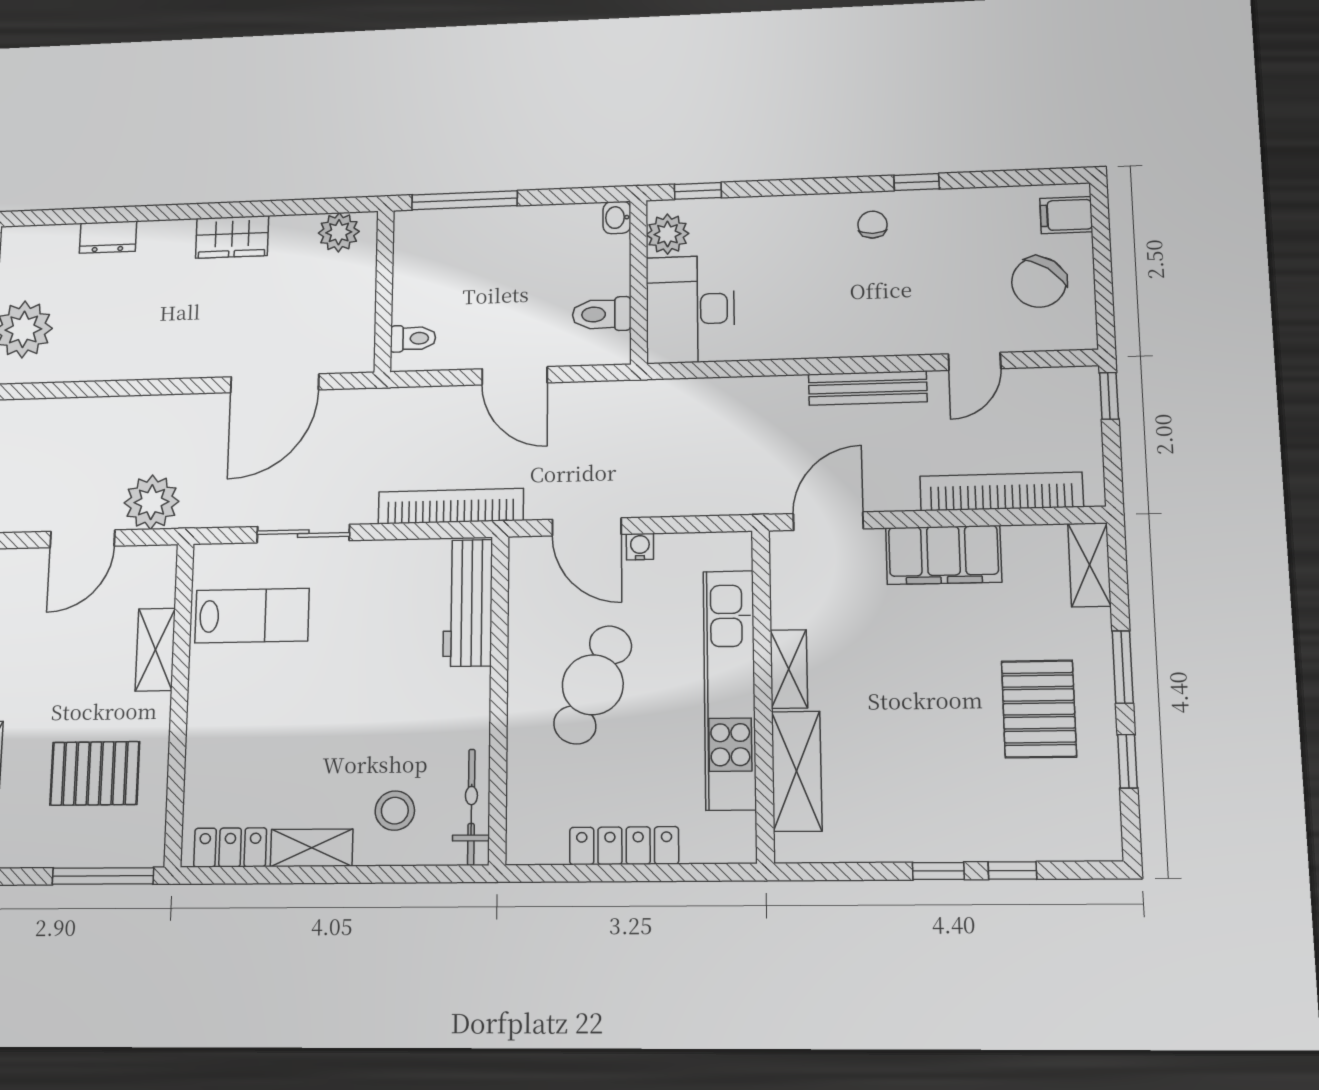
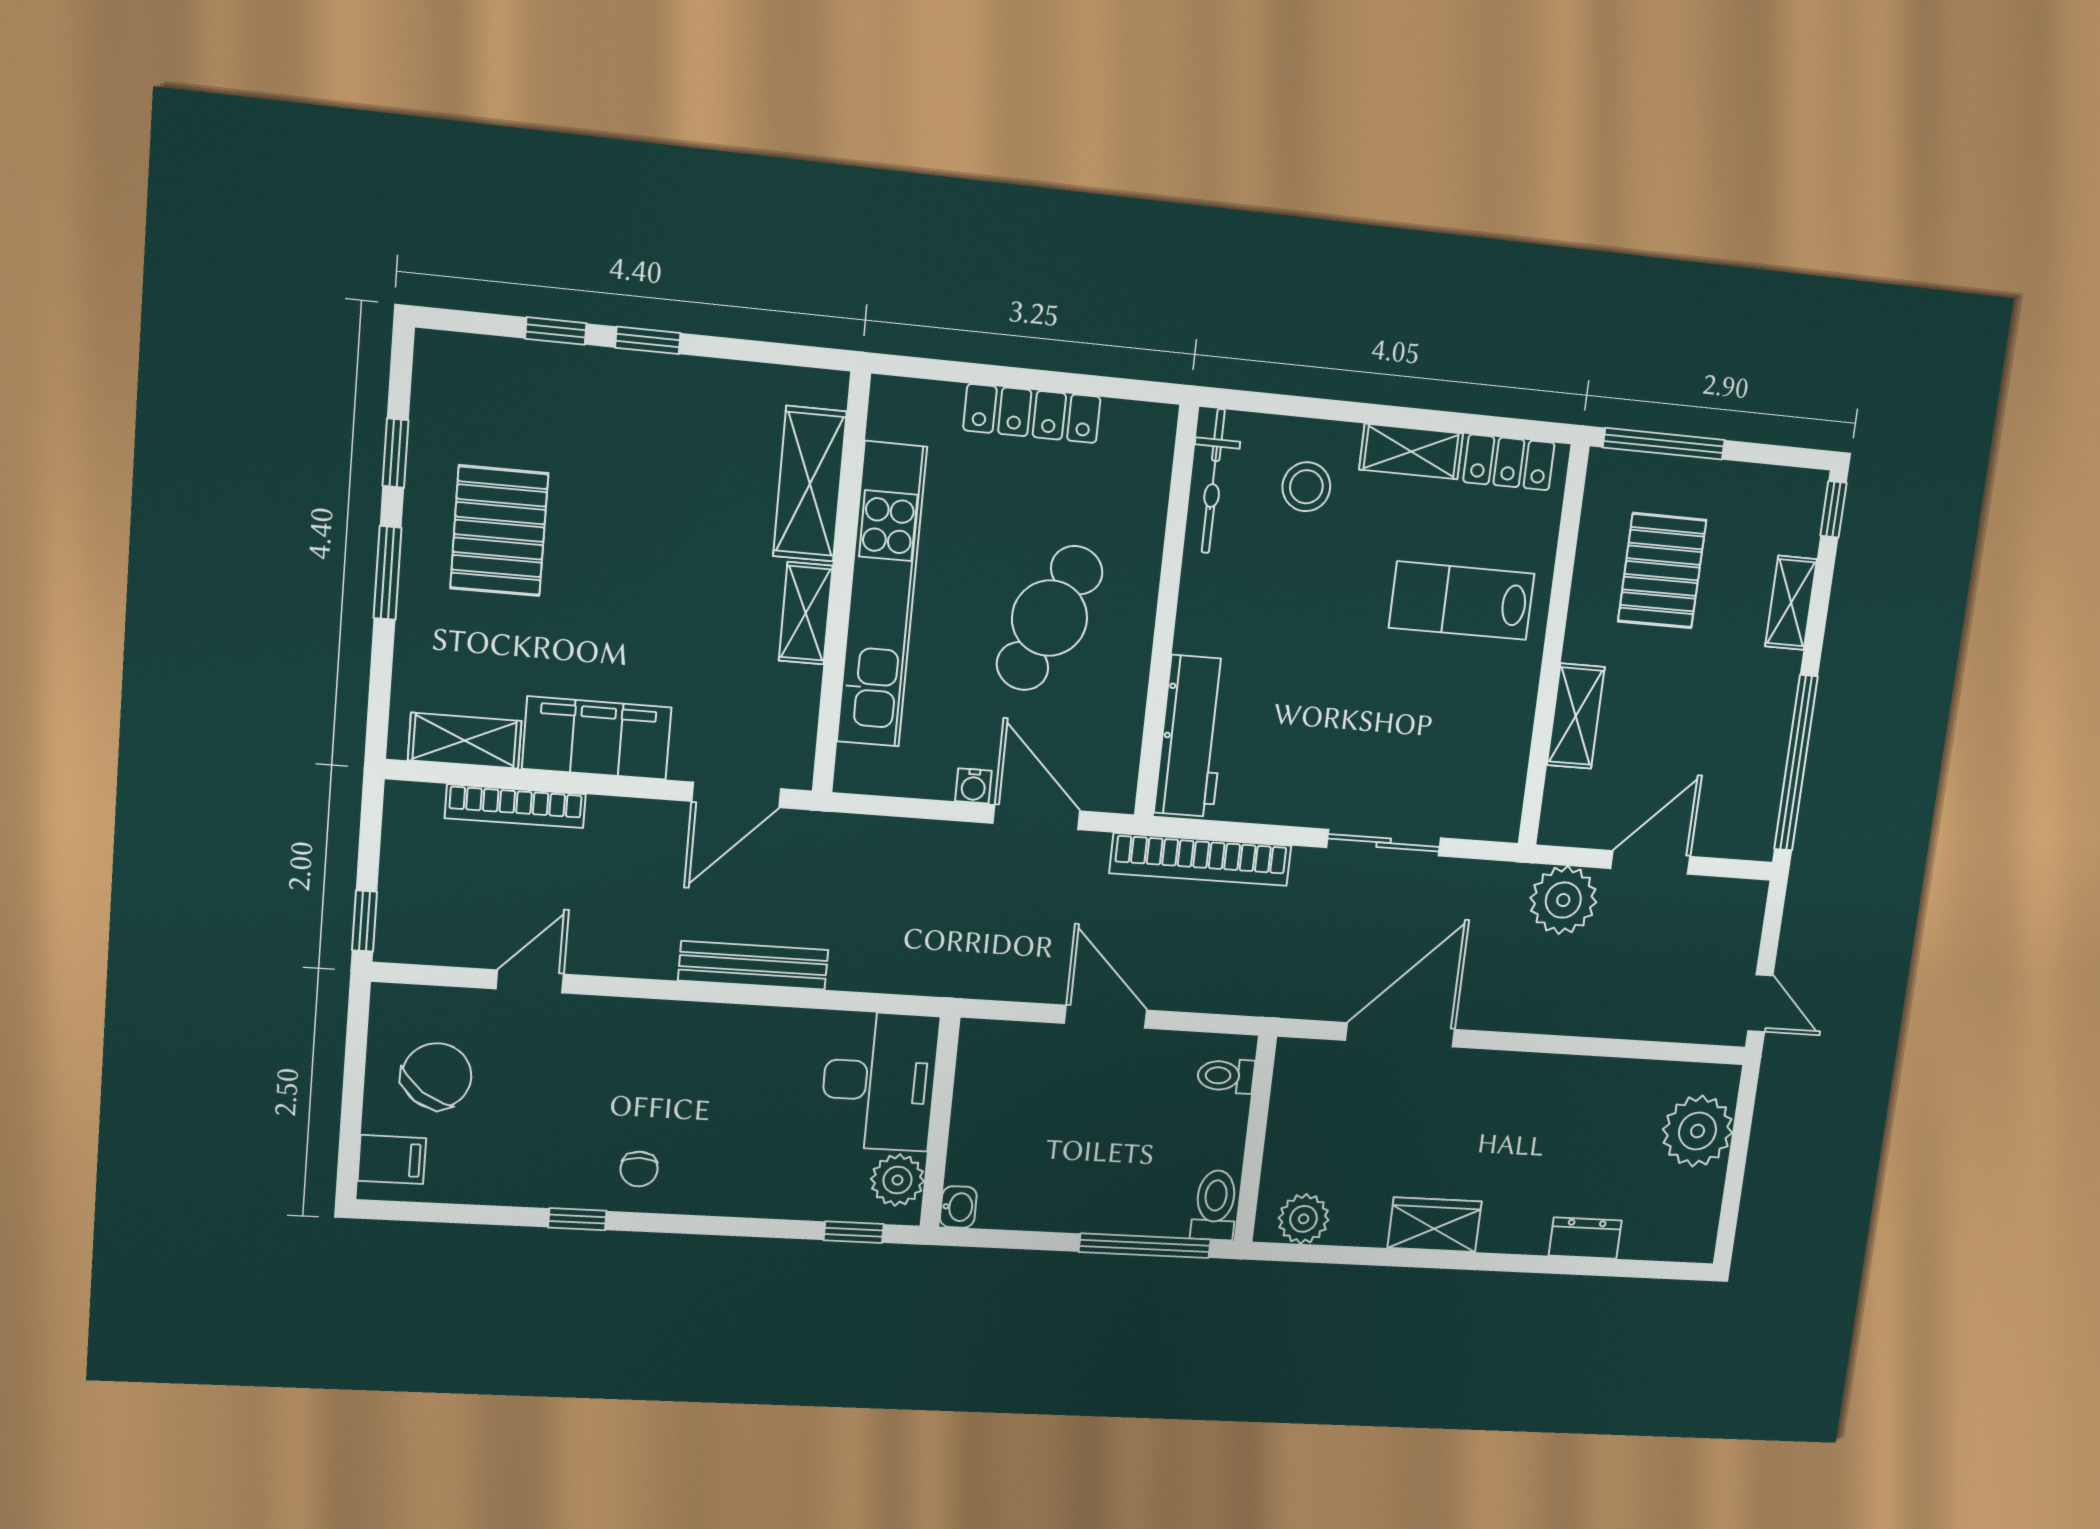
toilet: (602, 314) -> (1215, 1205), moved, turned -90
bench: (868, 388) -> (753, 965), moved
bookcase: (1001, 492) -> (515, 806), width x0.68, depth x0.76
shelving: (1089, 565) -> (465, 741), moved, turned 90
lab bench: (252, 616) -> (1462, 601), moved
pallet: (95, 773) -> (1662, 571), turned 90

